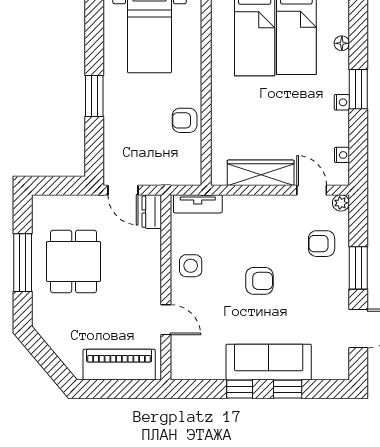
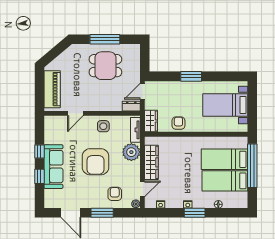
wardrobe: (180, 173) -> (151, 121), added
plant: (241, 211) -> (131, 152), added
armchair: (259, 281) -> (95, 162), width x1.88, depth x1.88

